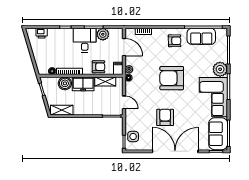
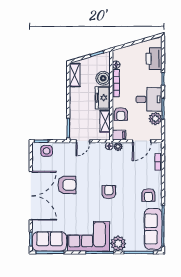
printer: (42, 33) -> (154, 59), width x1.87, depth x1.48
sofa: (201, 36) -> (153, 229), width x1.36
armchair: (172, 78) -> (109, 192), width x0.53, depth x0.53

